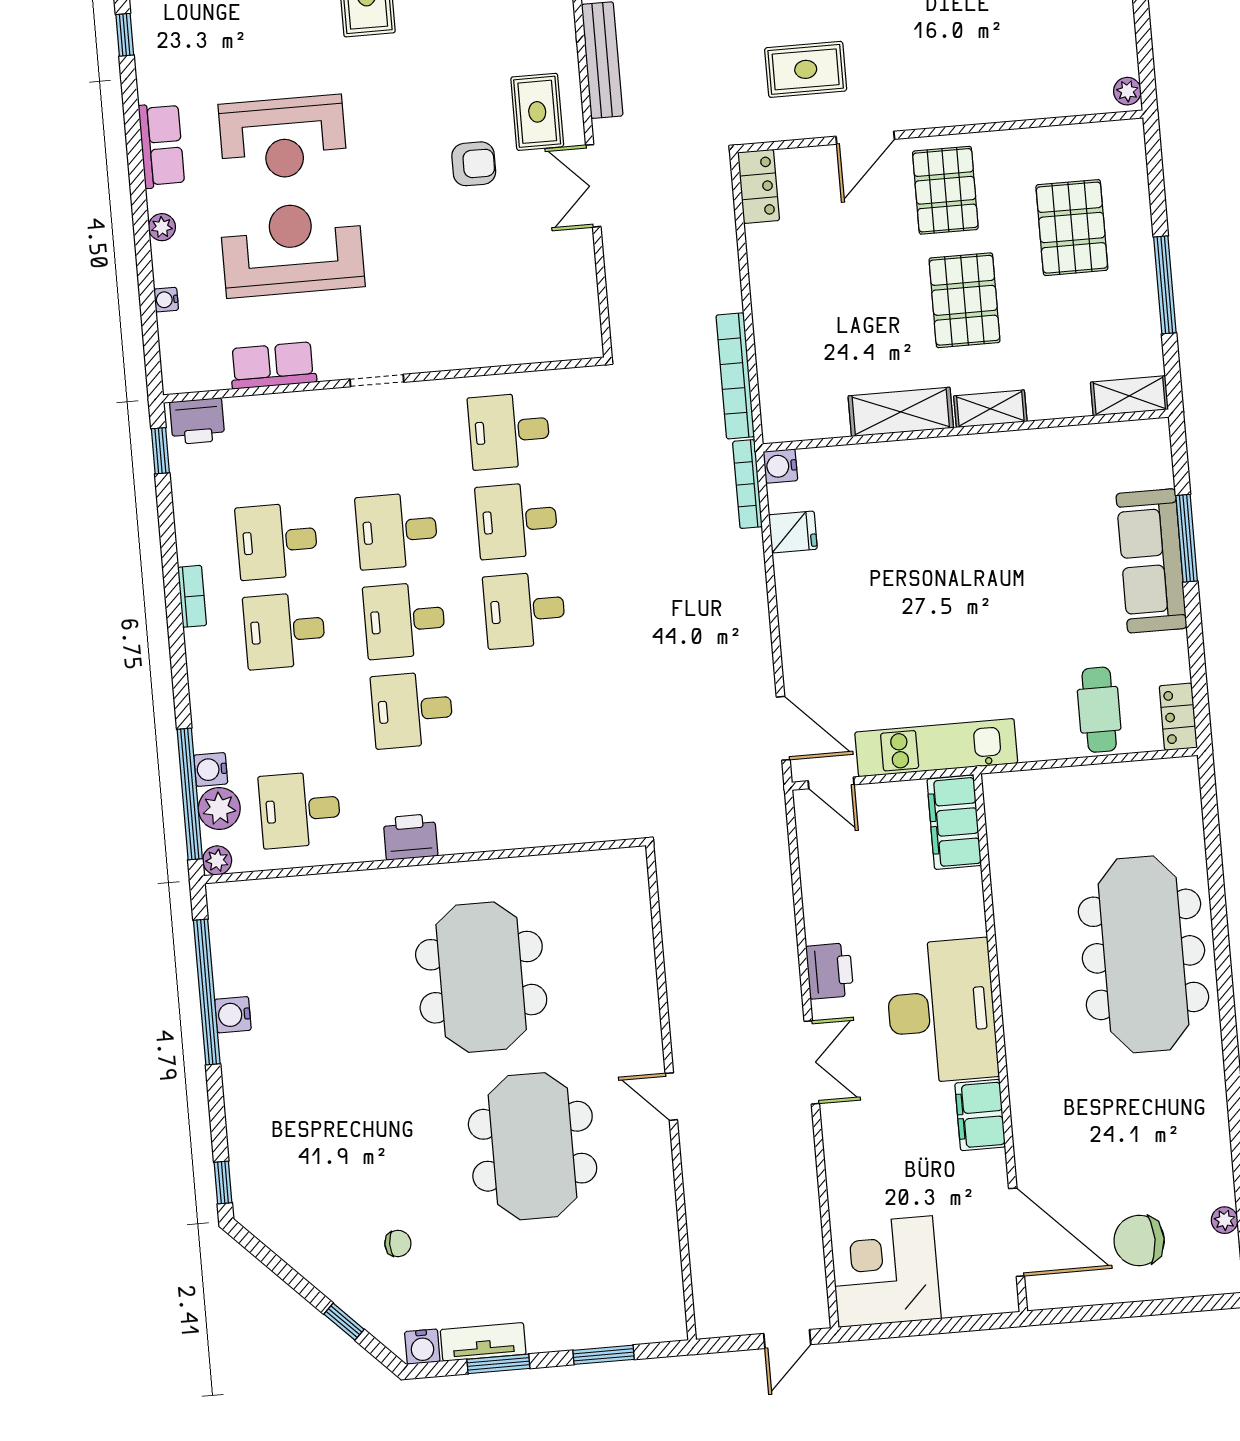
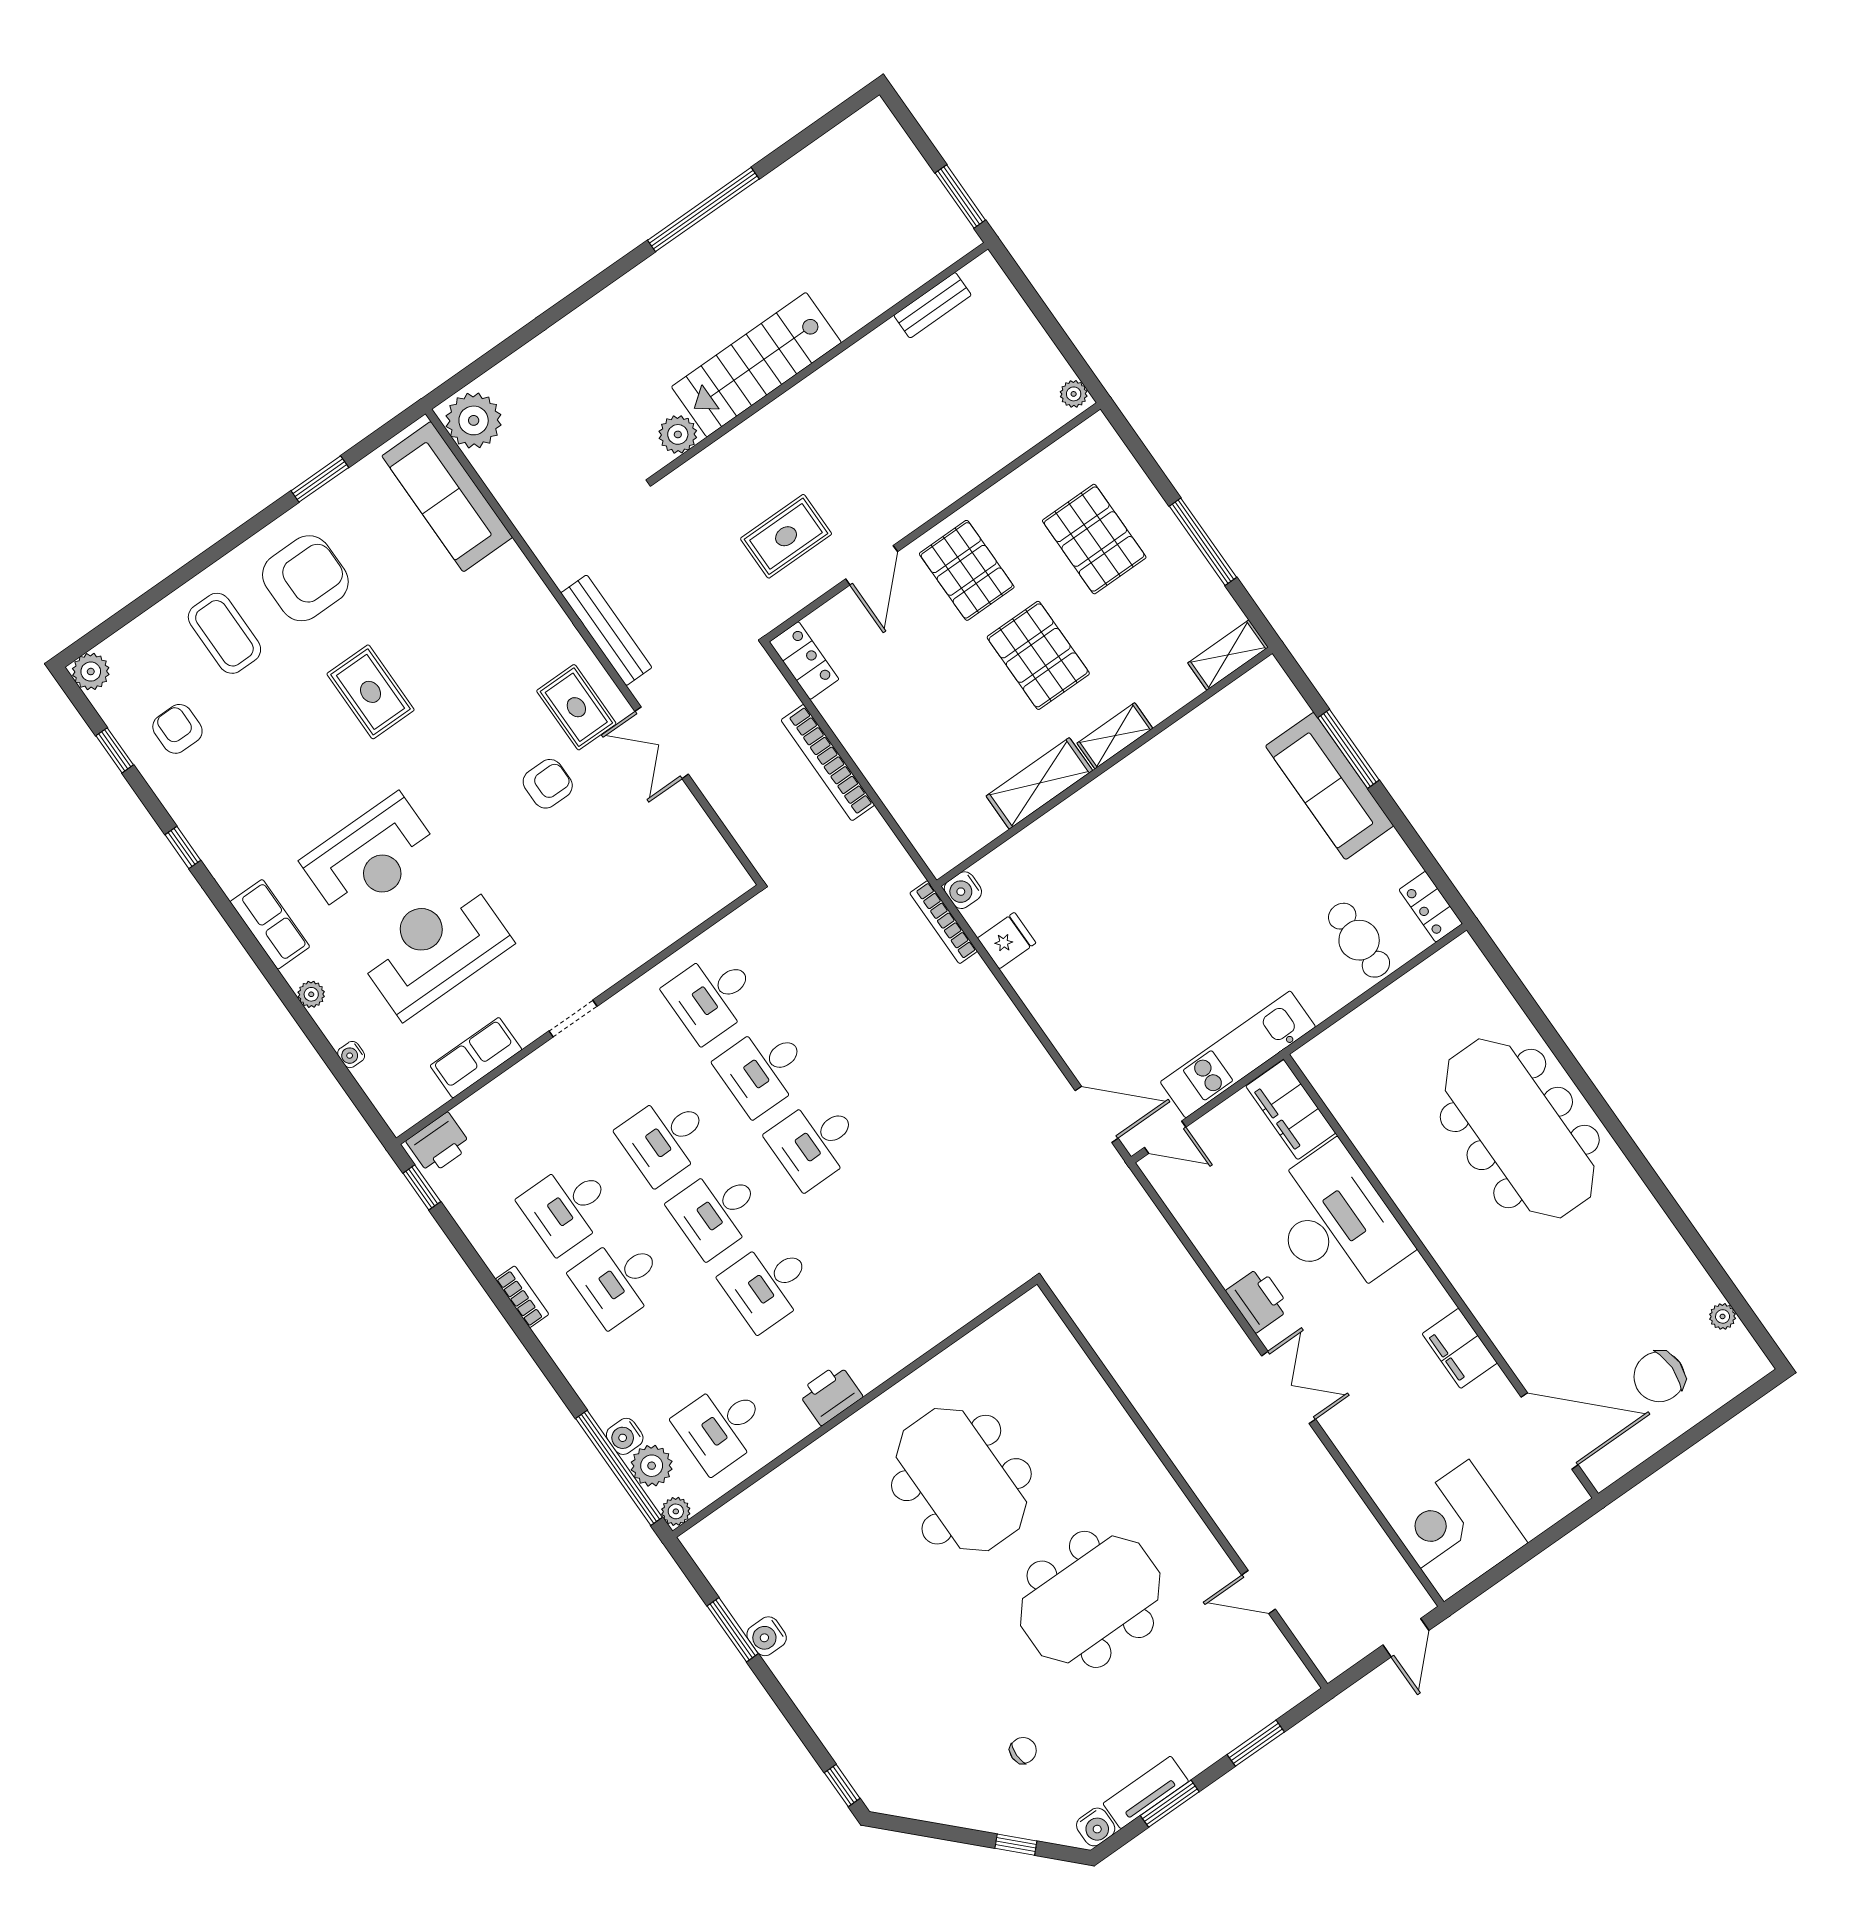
bookcase: (735, 376) -> (828, 763), moved
window: (207, 992) -> (733, 1630), width x0.47
desk: (941, 1011) -> (1335, 1222), moved
door: (671, 1097) -> (1258, 1592), moved
meeting table: (533, 1146) -> (1090, 1599), turned 90

